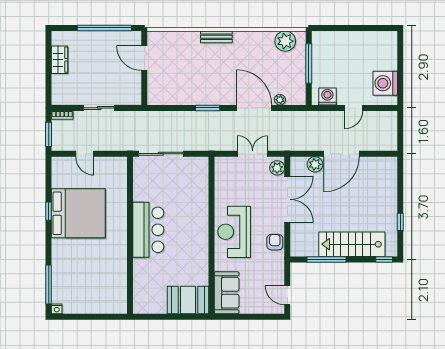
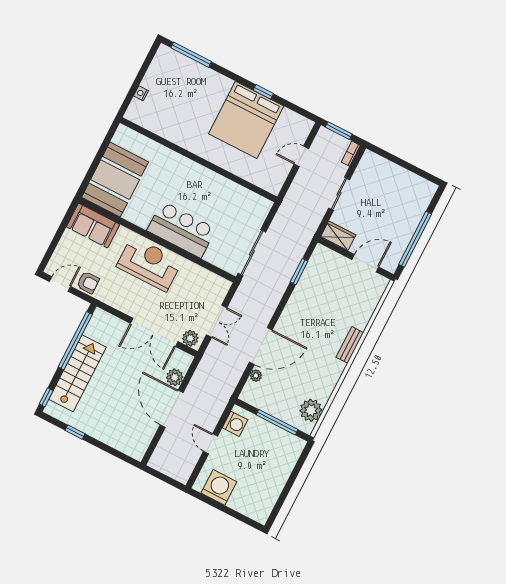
wardrobe: (59, 60) -> (338, 236), moved, turned 180
window: (208, 108) -> (299, 272), moved
sliding door: (161, 154) -> (252, 253), moved
bar counter: (148, 230) -> (181, 230), moved, turned 180
armchair: (275, 242) -> (88, 282), moved
window: (327, 259) -> (75, 341), width x1.46
booth: (188, 300) -> (115, 180), width x1.36, depth x1.42
nightstand: (57, 309) -> (141, 93), moved

